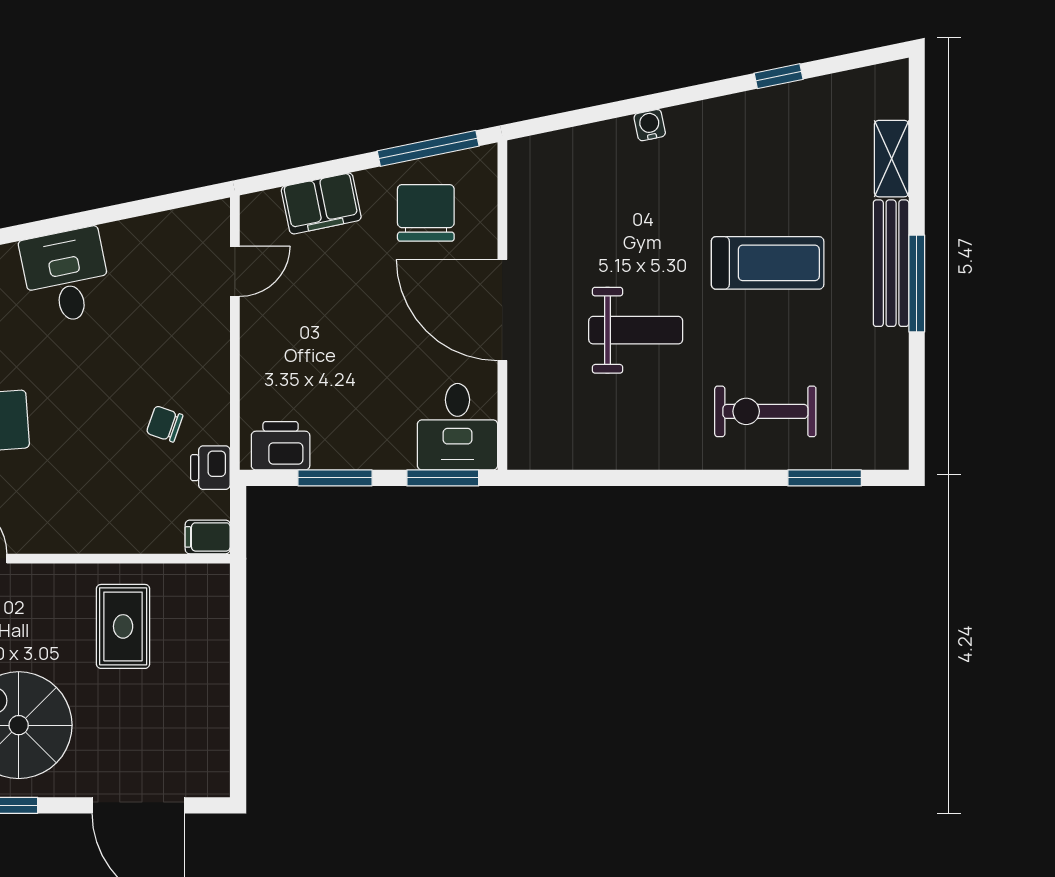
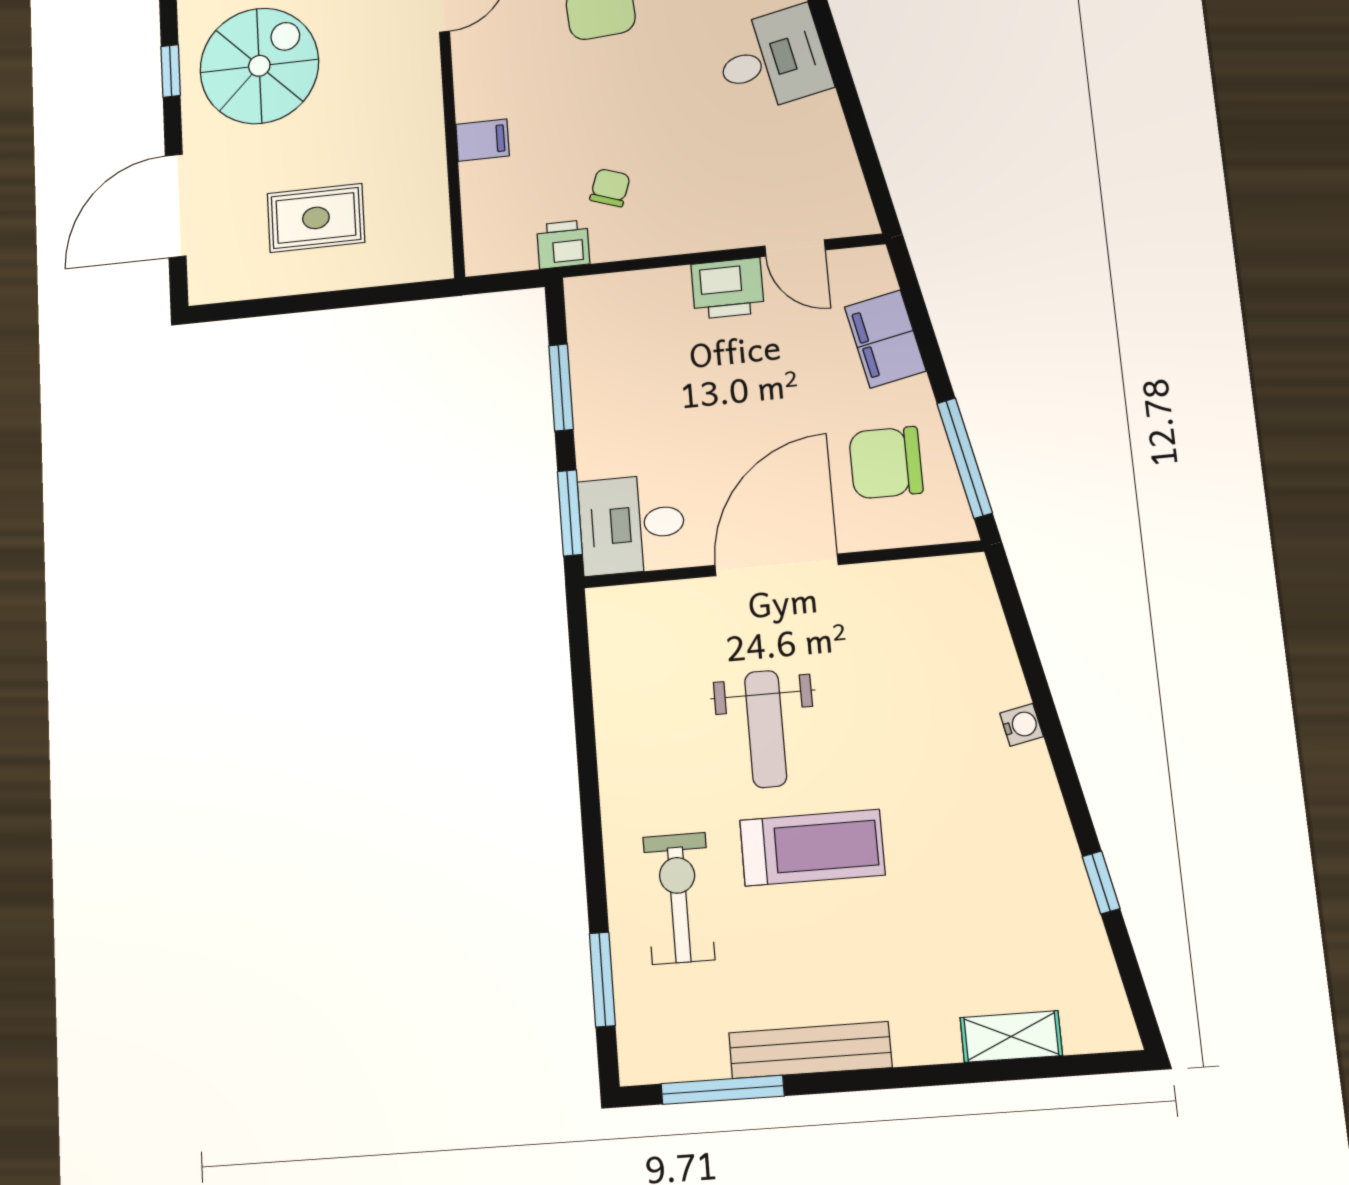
chair: (426, 213) -> (886, 463), turned 180
treadmill: (768, 263) -> (812, 848), moved, turned -90
bench: (891, 263) -> (810, 1050), moved
window: (917, 284) -> (723, 1090), moved
printer: (281, 446) -> (728, 288), moved, turned 90
filing cabinet: (208, 537) -> (482, 140), moved, turned 90
rug: (123, 626) -> (316, 218), moved

